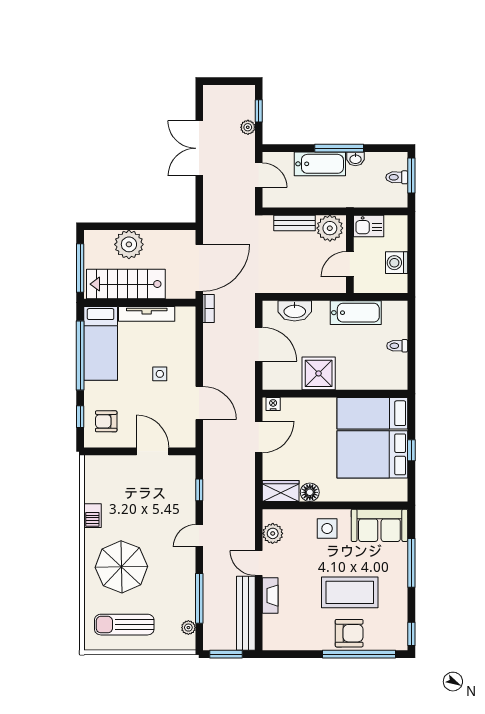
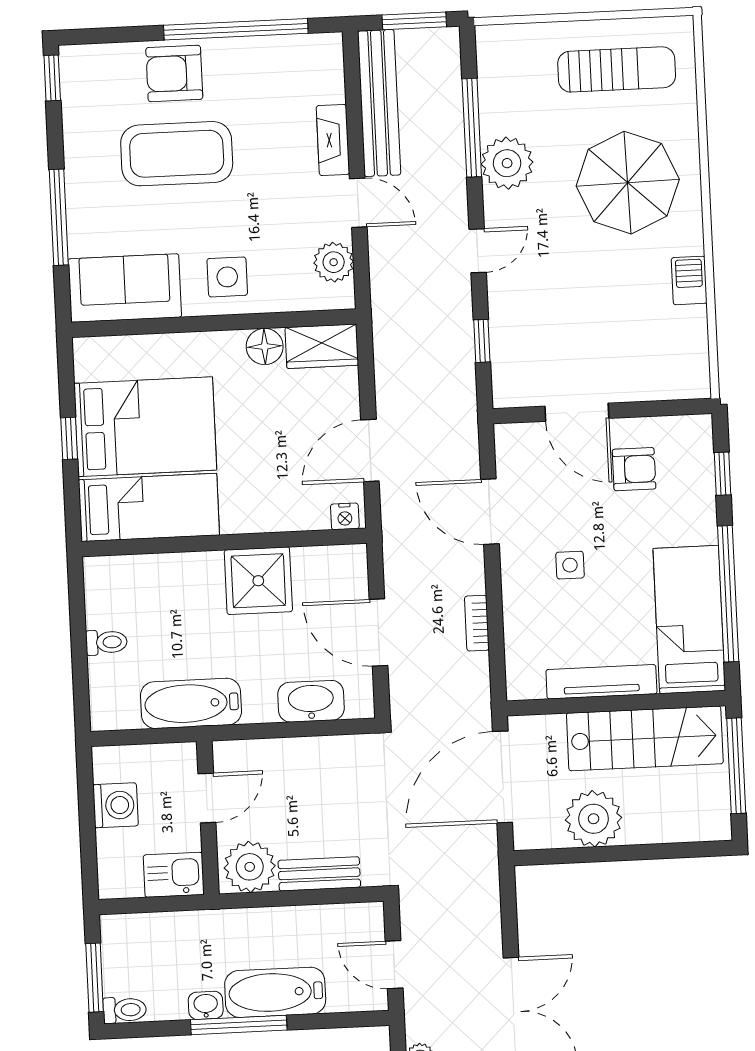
toilet: (397, 177) -> (125, 1010), moved
plant: (129, 244) -> (594, 819), moved
bookcase: (209, 308) -> (477, 623), moved
armchair: (106, 421) -> (634, 469), moved
plant: (188, 628) -> (507, 163), moved, width x1.87, depth x1.87
window: (359, 654) -> (236, 29), moved

